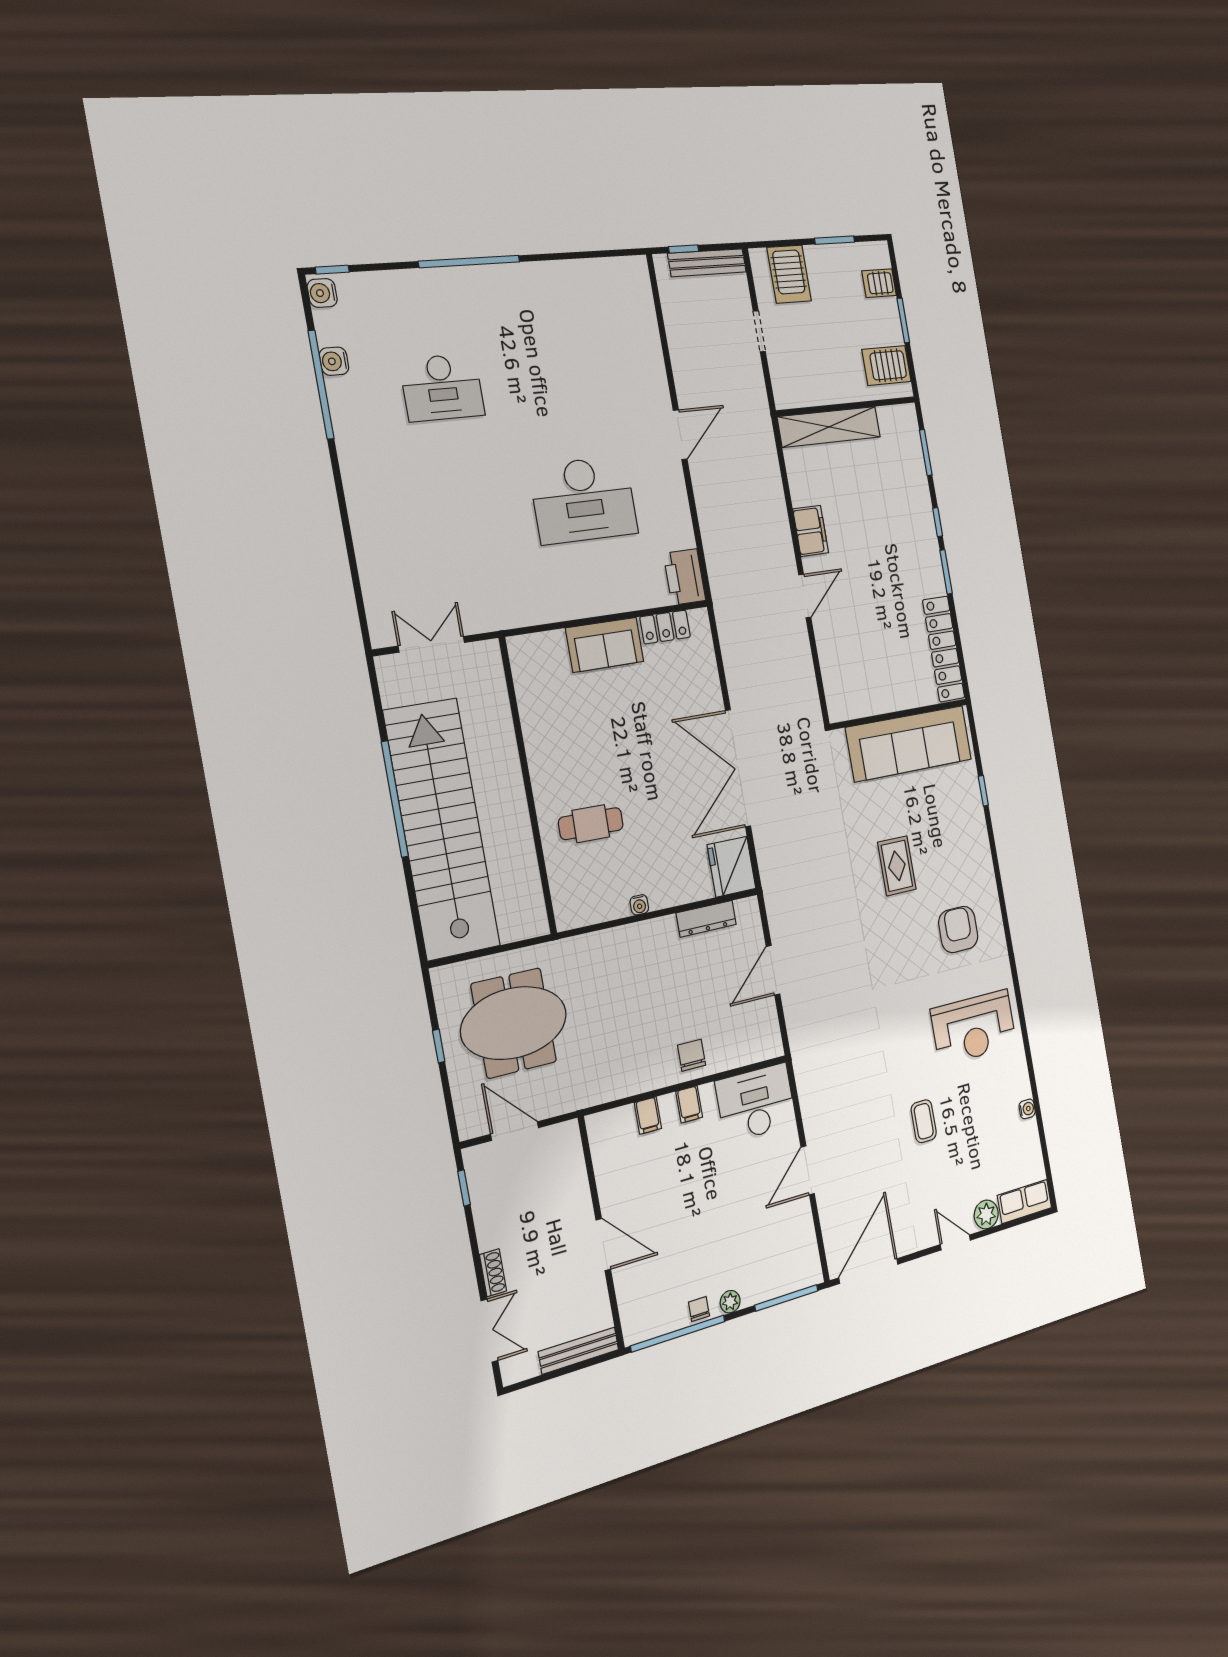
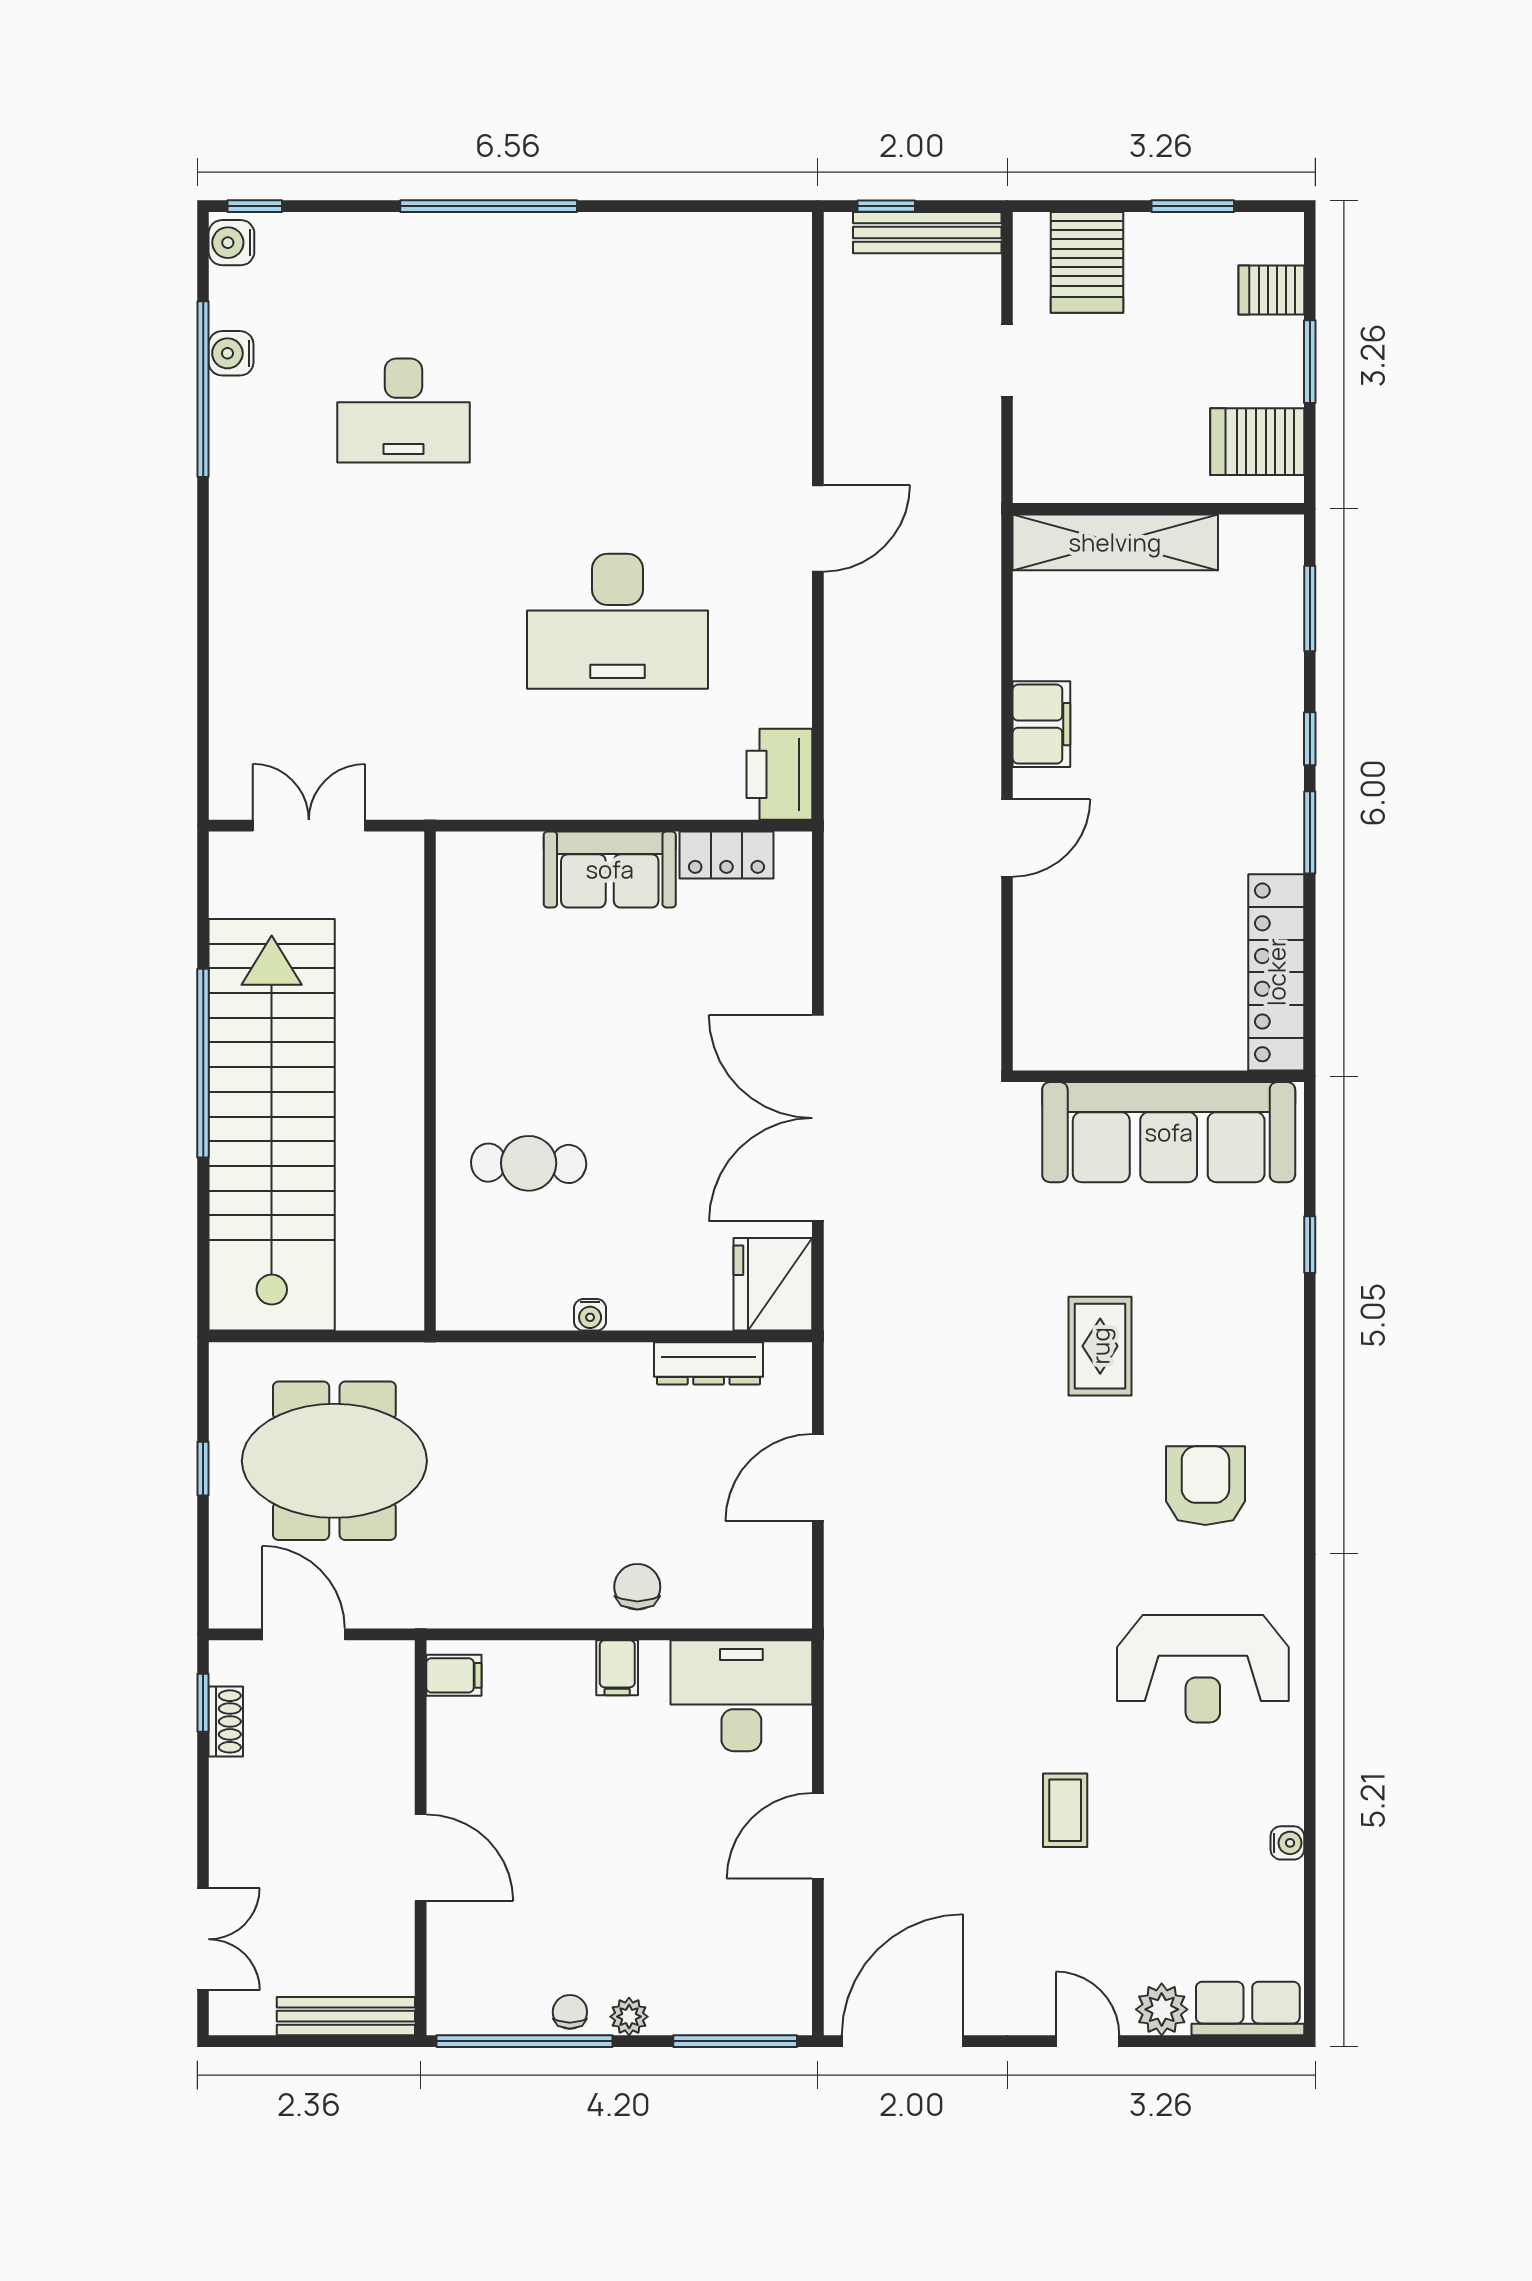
filing cabinet: (648, 1115) -> (454, 1675), moved, turned -90
shoe rack: (493, 1273) -> (226, 1721), moved

